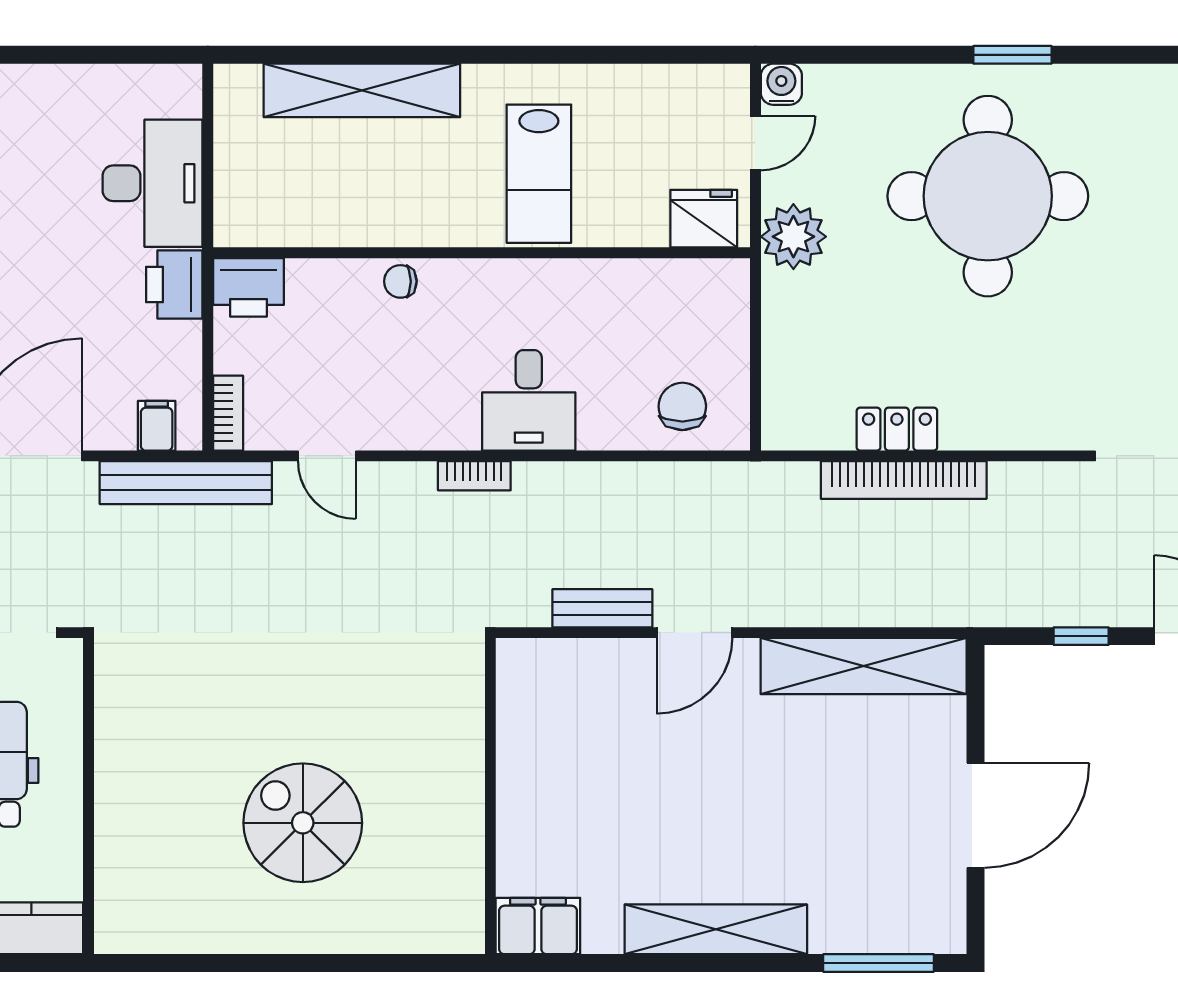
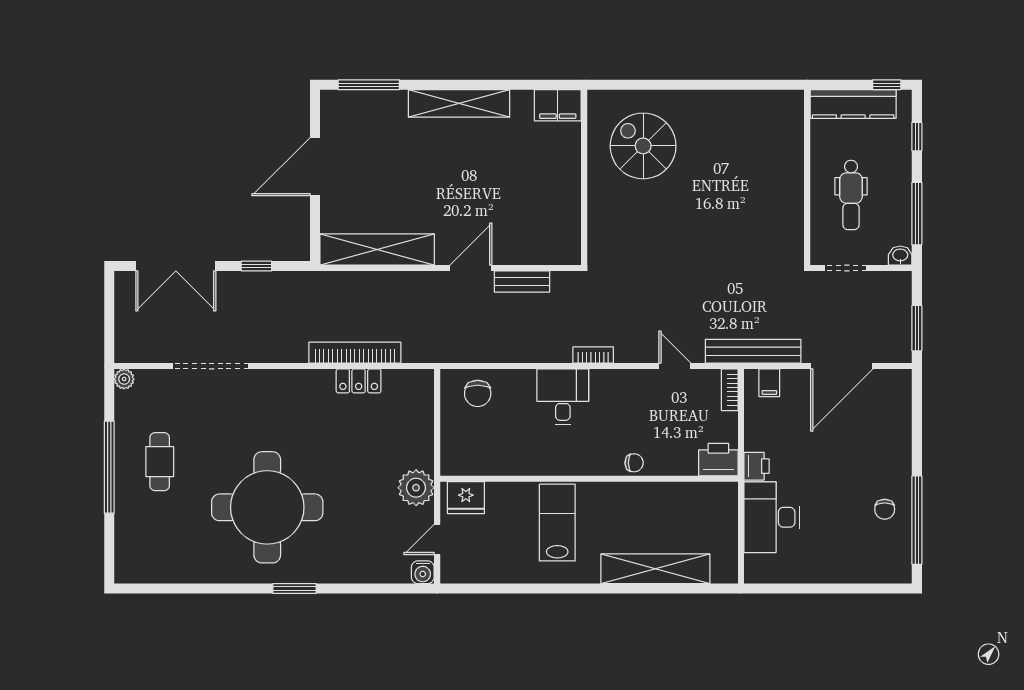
round table: (988, 196) -> (267, 507), moved
printer: (174, 284) -> (756, 466), width x0.73, depth x0.81
spiral stairs: (303, 823) -> (643, 146), moved, turned 180

